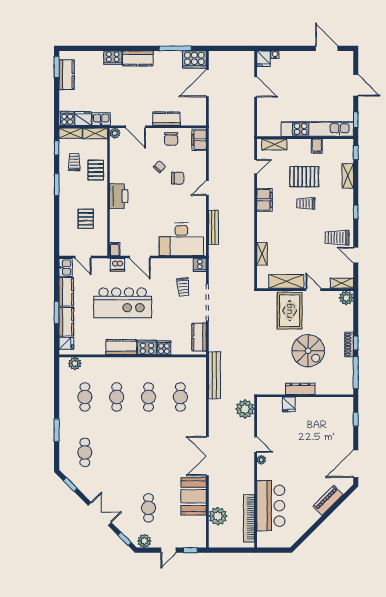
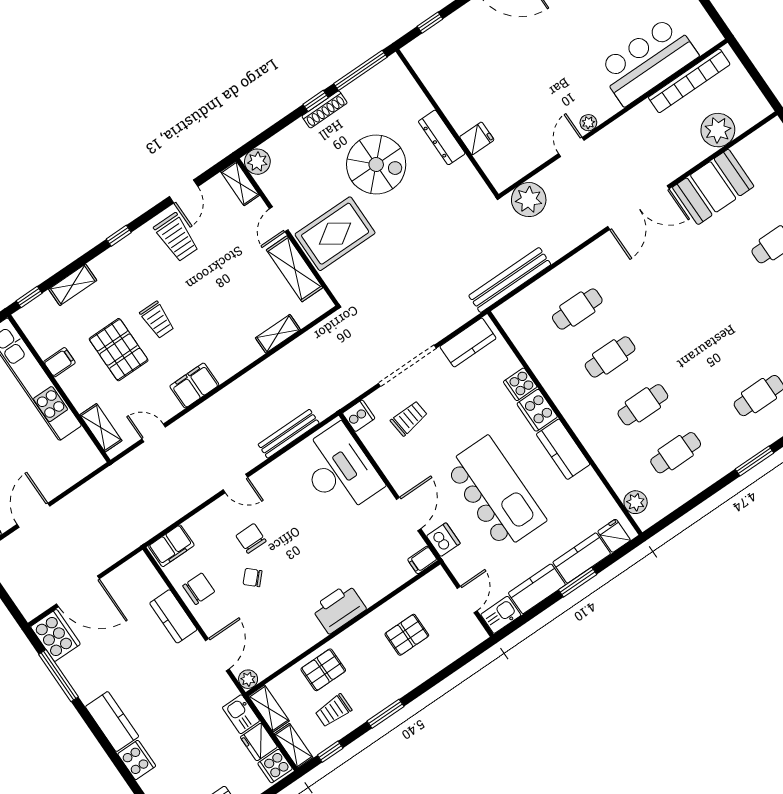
spiral stairs: (308, 351) -> (376, 164), turned 90

